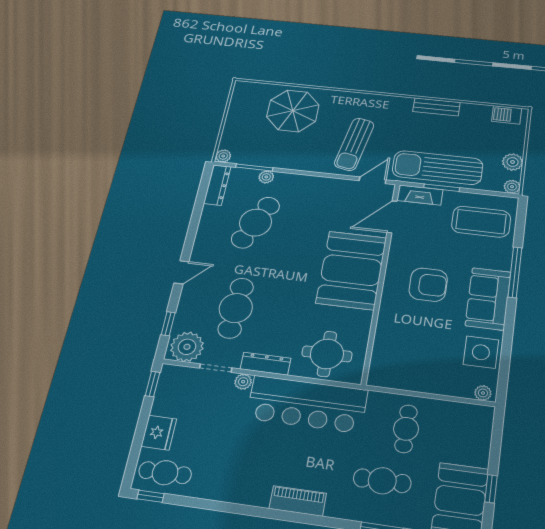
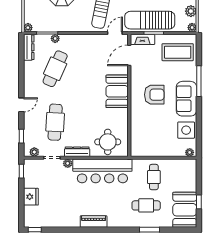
booth: (351, 270) -> (117, 91), width x0.73, depth x0.70
plant: (187, 347) -> (34, 152), width x0.53, depth x0.53
cafe table: (165, 473) -> (39, 217), removed
piano: (298, 501) -> (94, 222), moved

